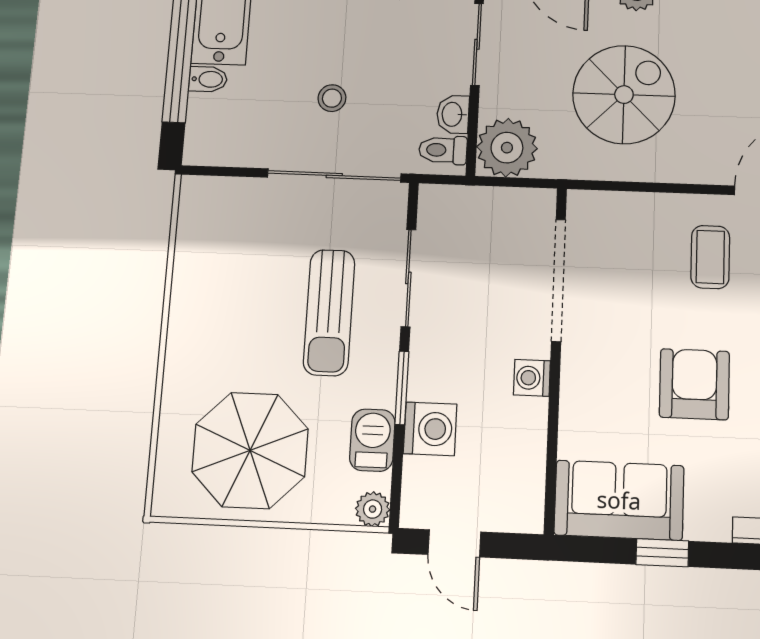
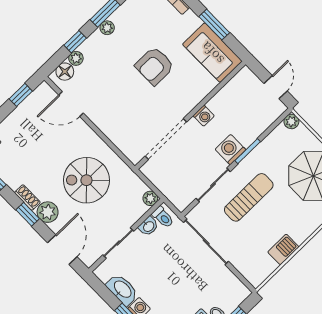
stool: (332, 98) -> (183, 269), removed
plant: (507, 148) -> (150, 198), width x0.53, depth x0.53
coffee table: (710, 257) -> (111, 101), removed
washing machine: (430, 429) -> (230, 150), moved
barbecue: (372, 440) -> (283, 249), moved, turned 180
window: (662, 553) -> (214, 25), width x1.50

